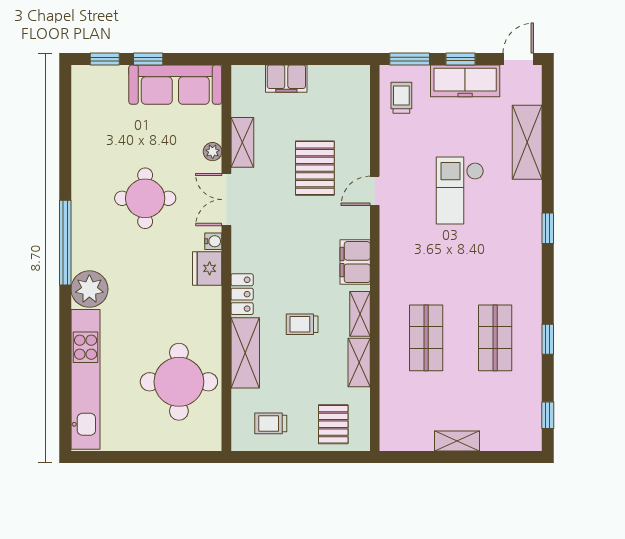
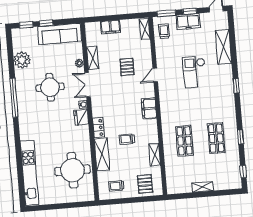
freezer: (465, 81) -> (188, 22), width x0.71
pallet: (315, 168) -> (127, 67), width x0.67, depth x0.71
window: (65, 243) -> (14, 98), moved
plant: (89, 289) -> (22, 60), moved
shelving: (360, 314) -> (145, 29), moved

